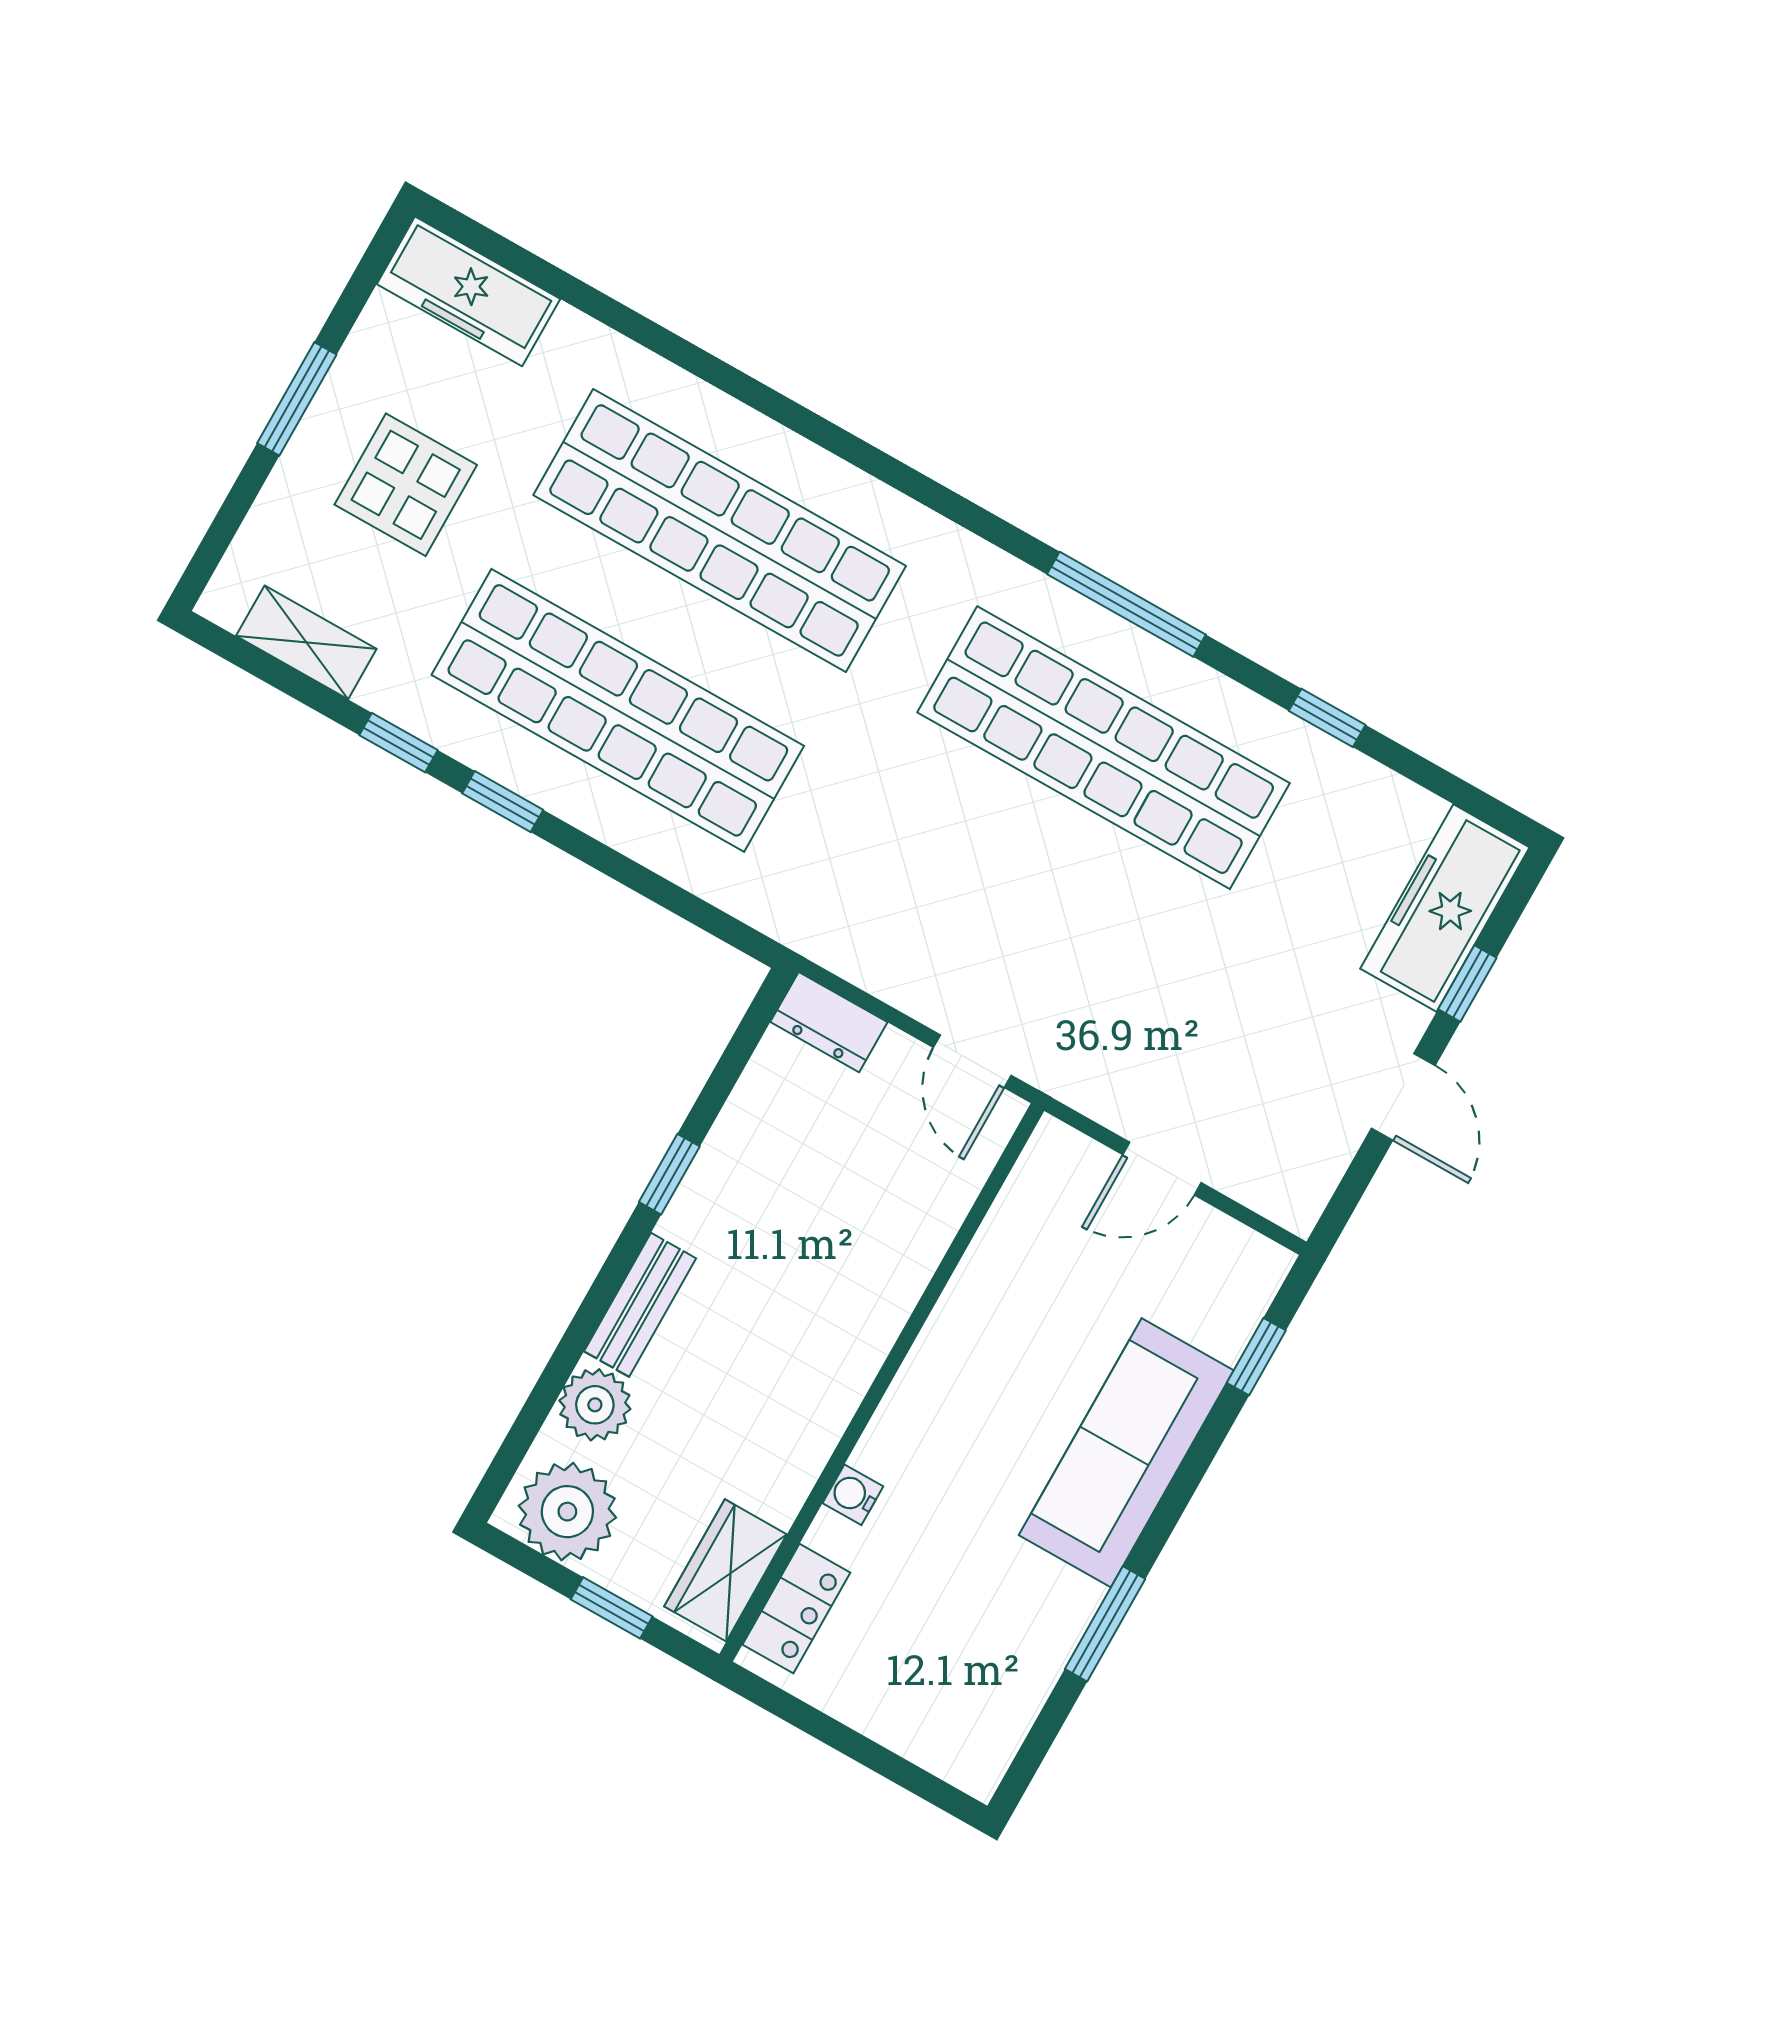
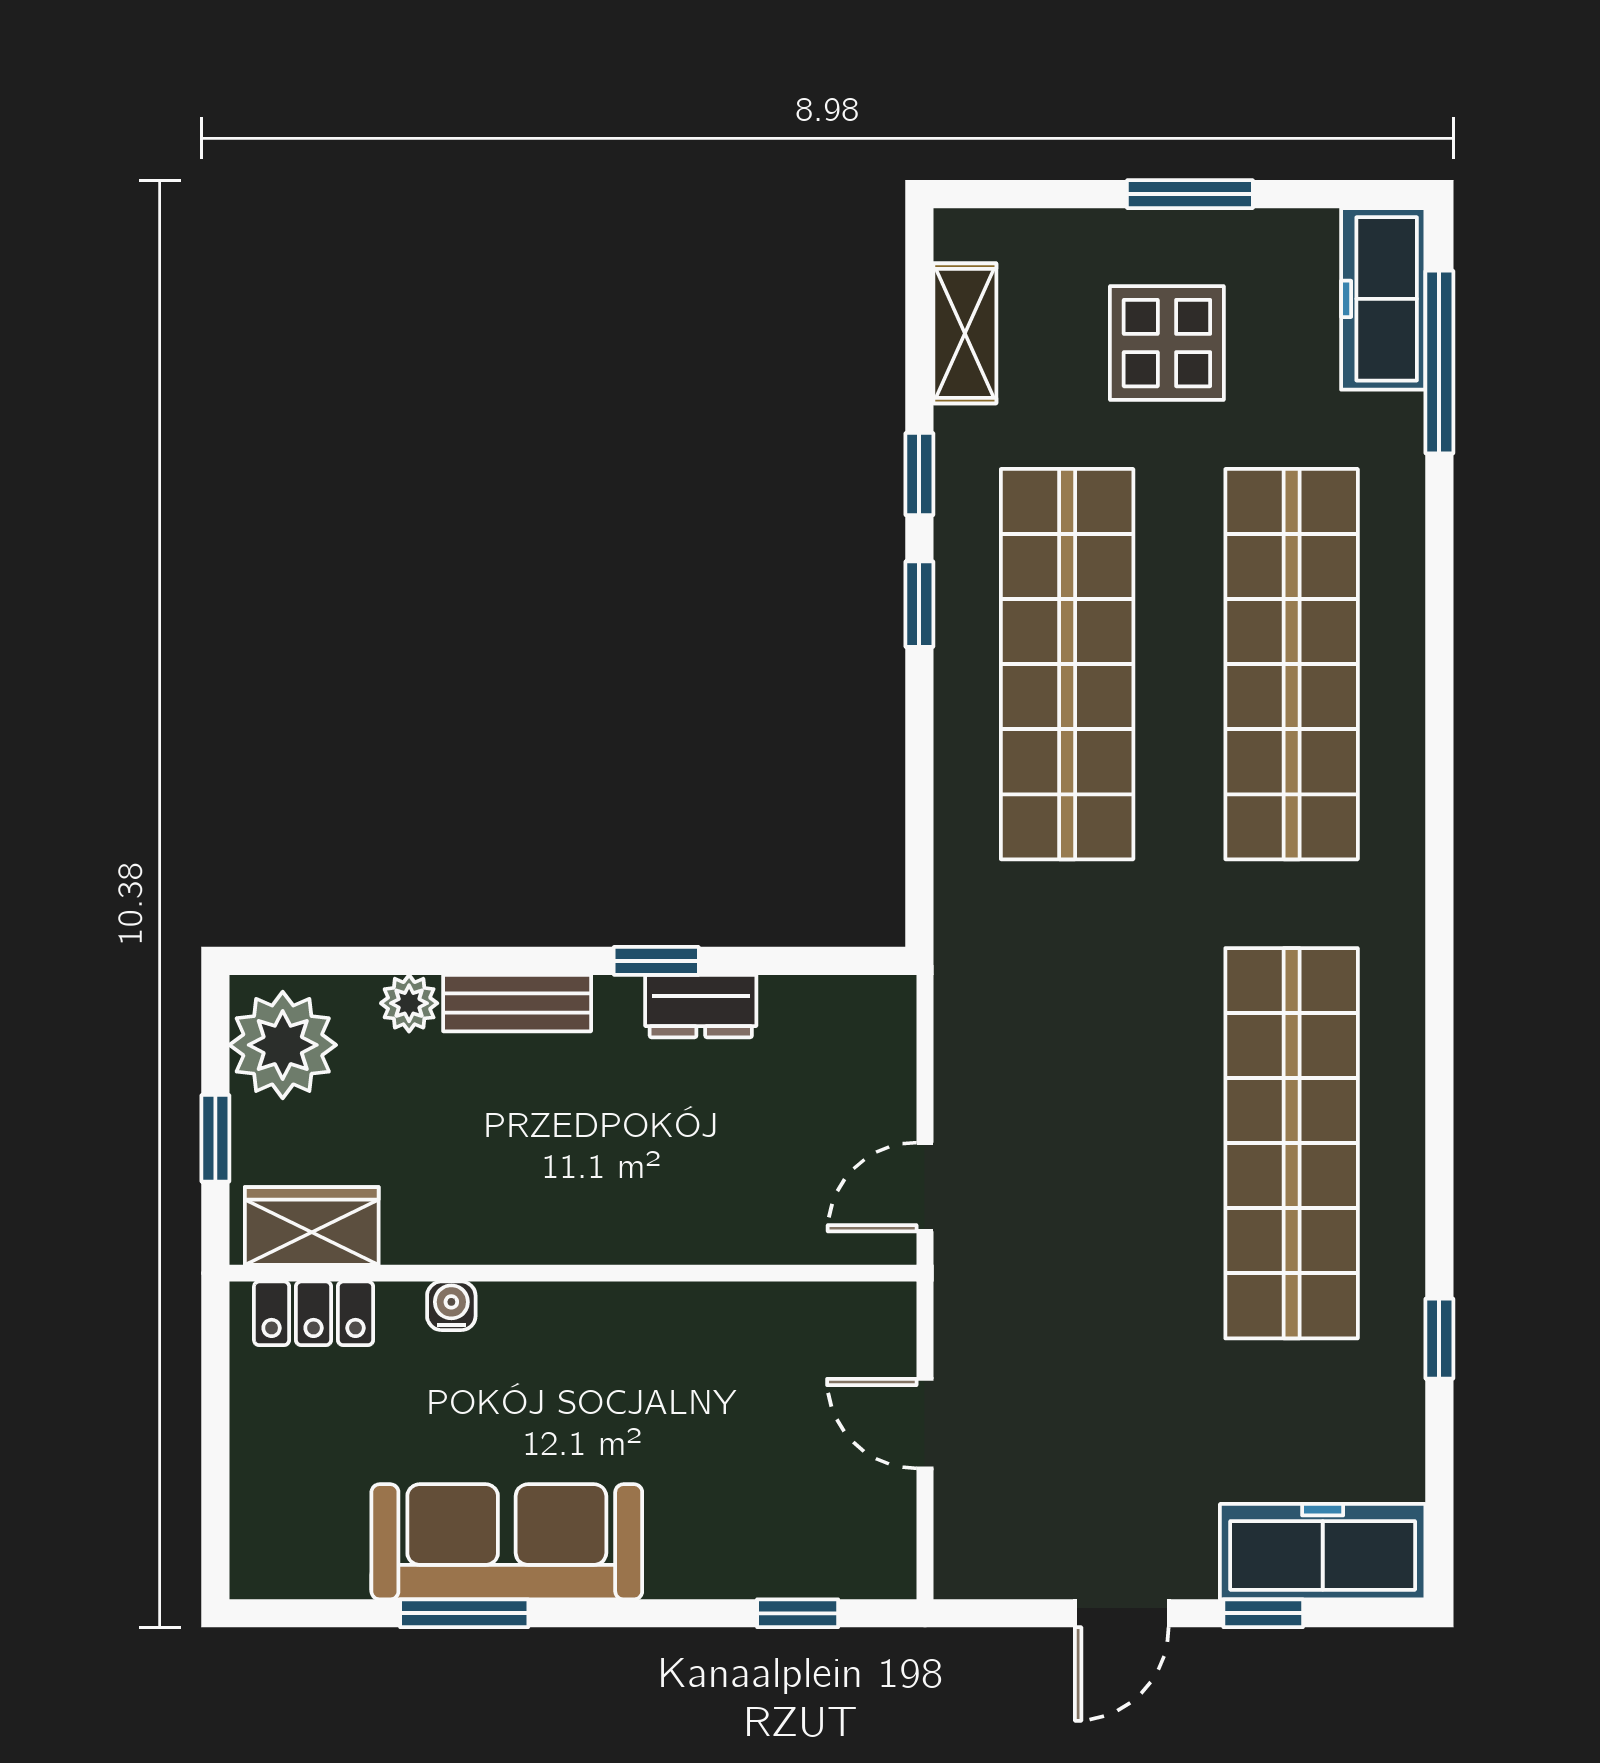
window: (1126, 604) -> (1439, 362), moved
dresser: (829, 1022) -> (701, 1006), moved, turned -90
plant: (595, 1405) -> (409, 1003), width x0.73, depth x0.73
sofa: (1126, 1453) -> (507, 1542), moved

